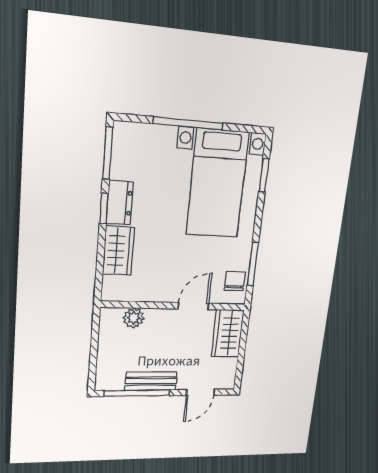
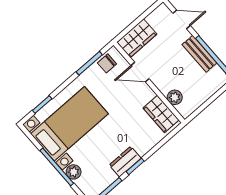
plant: (165, 136) -> (74, 172), added
wardrobe: (118, 251) -> (161, 114), moved, turned -90

